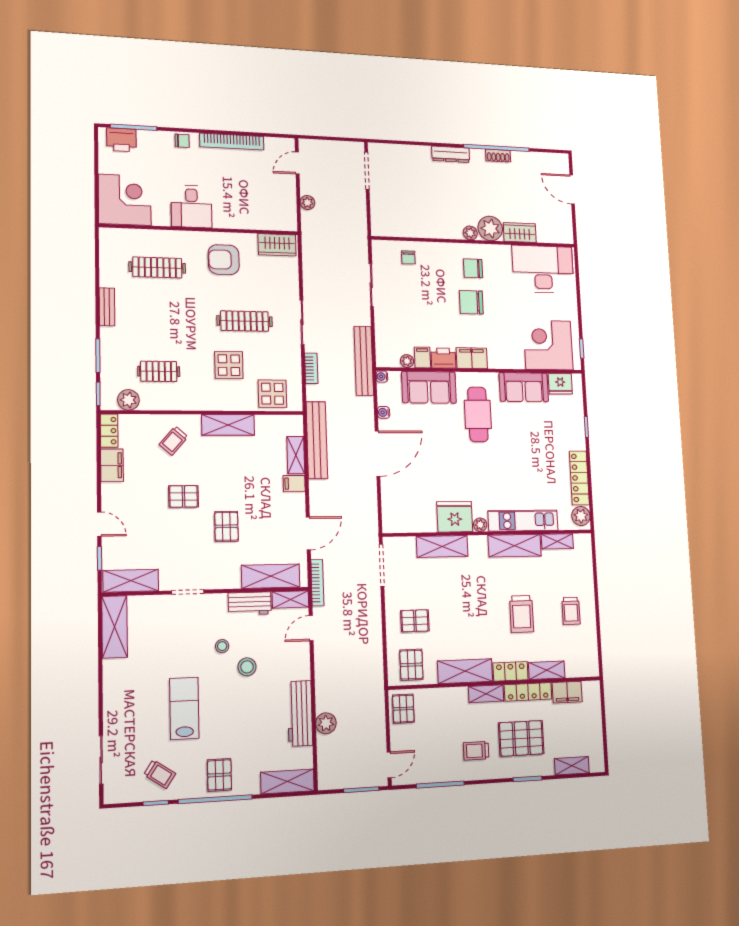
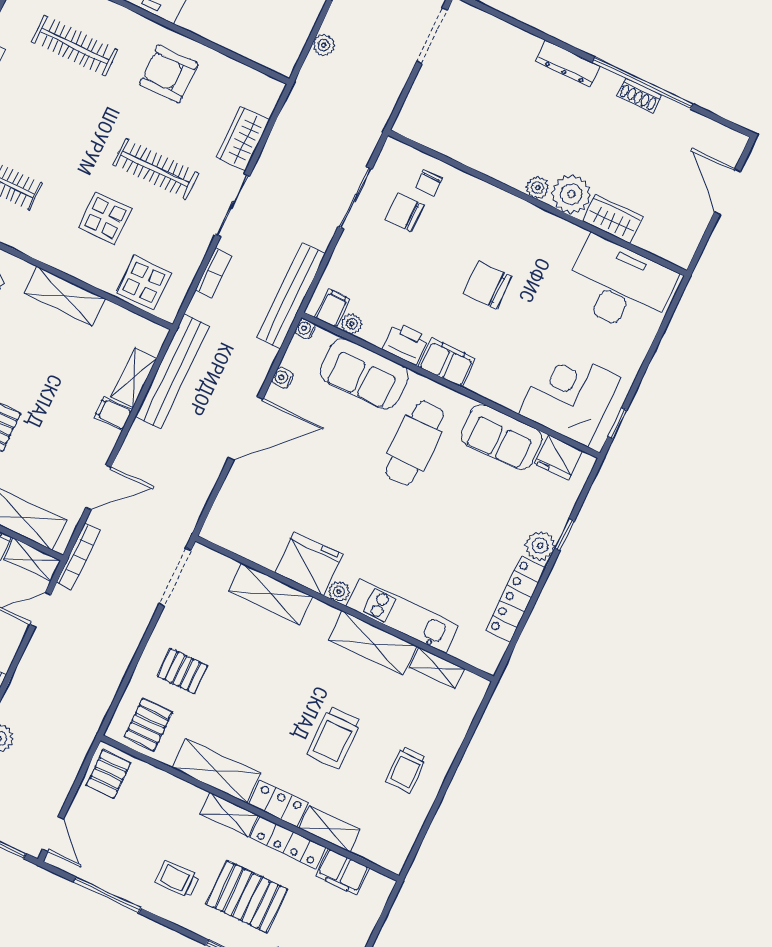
wardrobe: (277, 245) -> (243, 139), moved, turned 90
chair: (473, 268) -> (404, 212), moved
filing cabinet: (422, 357) -> (332, 308), moved
plant: (581, 516) -> (540, 546), moved
door: (389, 765) -> (53, 834), hinge flipped

